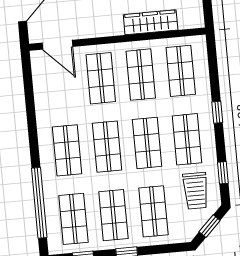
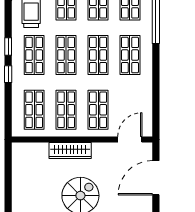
wardrobe: (151, 22) -> (70, 150), moved
door: (57, 45) -> (130, 139), hinge flipped
window: (223, 173) -> (8, 46), moved

